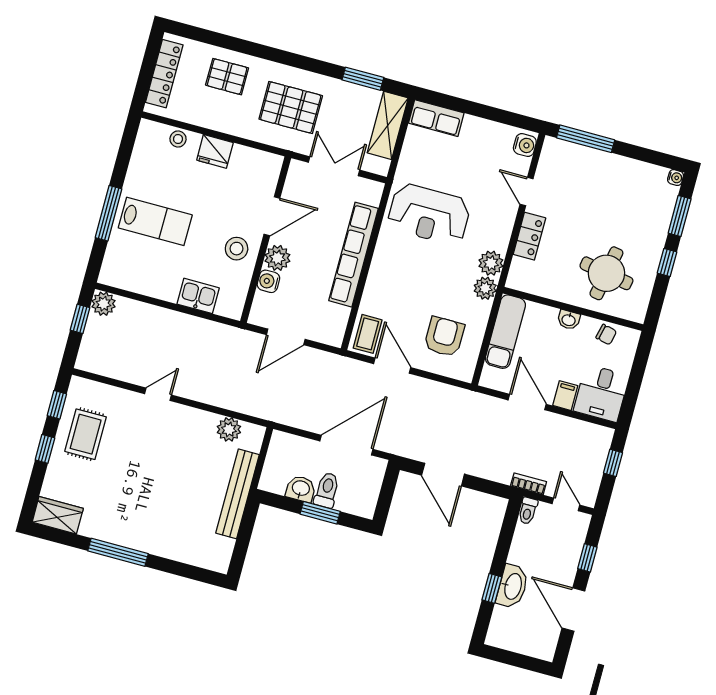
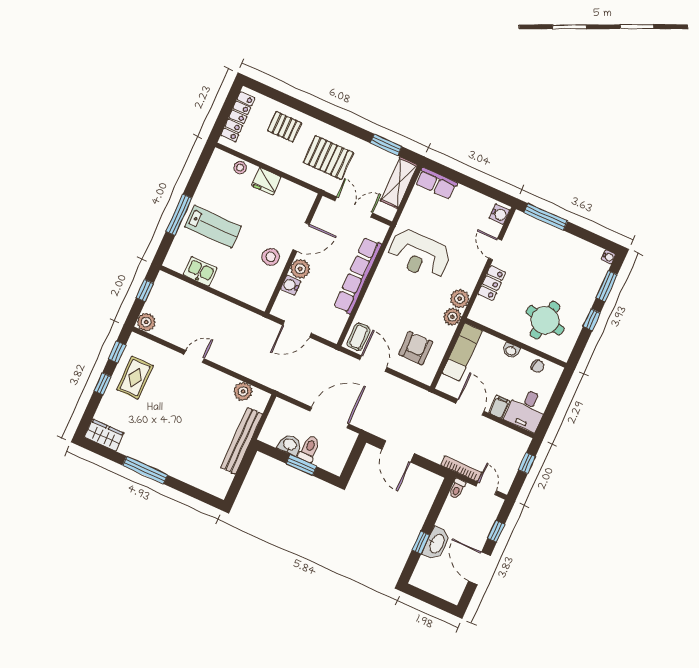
kitchen sink: (198, 296) -> (200, 271), moved
plant: (104, 304) -> (146, 322), moved
bookcase: (529, 484) -> (461, 469), width x1.56

